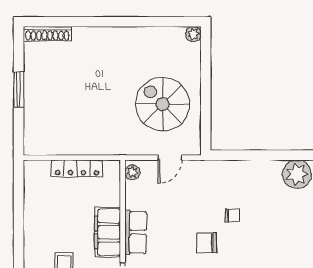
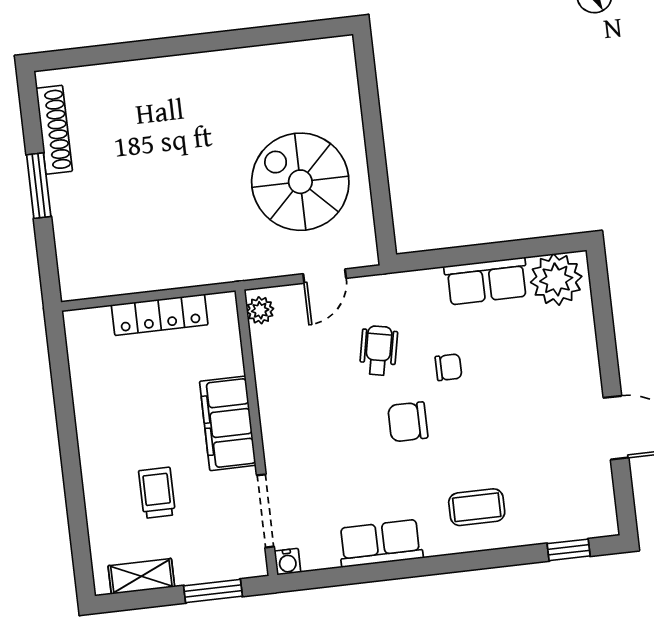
shoe rack: (47, 34) -> (54, 130), moved, turned -90
plant: (193, 34) -> (341, 49), removed
wheelchair: (195, 202) -> (379, 351), added
row of seats: (136, 232) -> (486, 281), moved, turned 90

